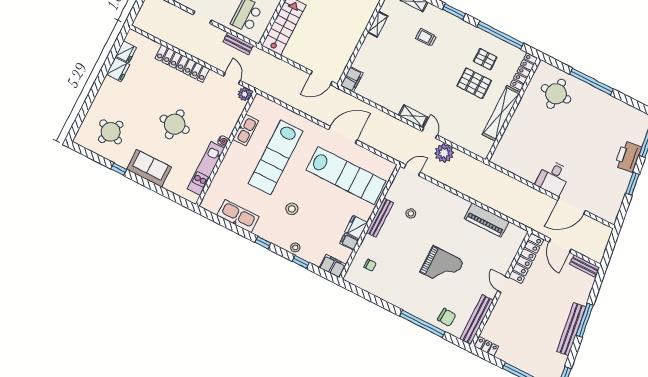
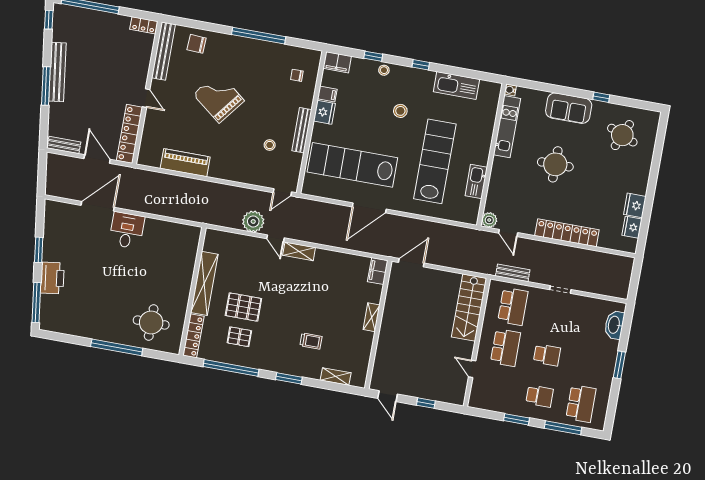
shelving: (378, 24) -> (372, 317), moved
water cooler: (223, 141) -> (510, 90), moved
grand piano: (442, 266) -> (219, 97), turned 38
window: (422, 324) -> (259, 36), moved

